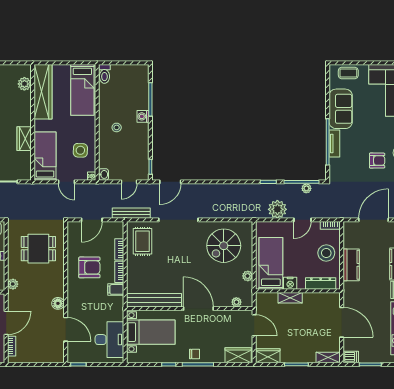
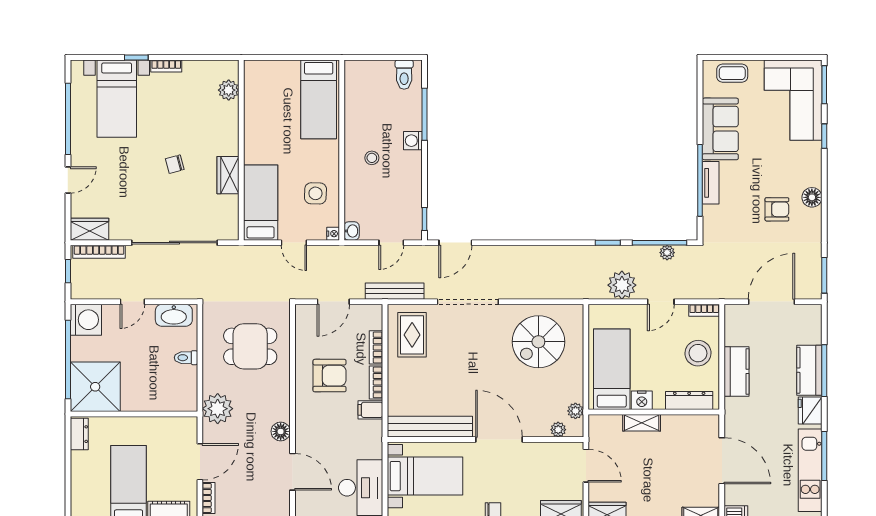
toilet: (104, 74) -> (404, 75), moved
wardrobe: (43, 92) -> (257, 102), removed
plant: (248, 276) -> (575, 411), moved
plant: (13, 284) -> (218, 409), width x1.88, depth x1.88

